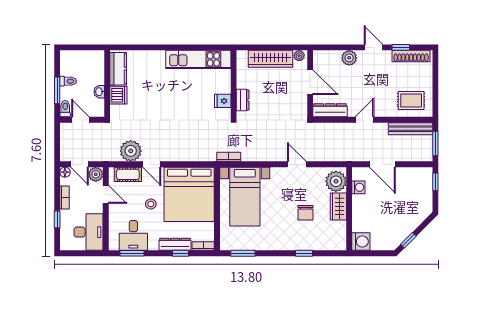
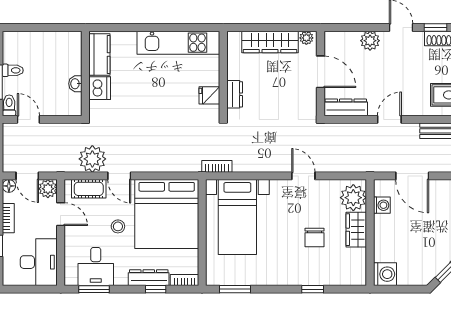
kitchen counter: (118, 69) -> (99, 54), moved
wall: (107, 84) -> (85, 73), moved
washbasin: (99, 92) -> (75, 84), moved
dishwasher: (118, 95) -> (100, 88), moved

